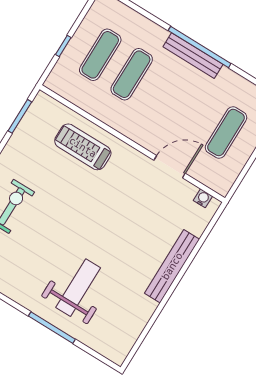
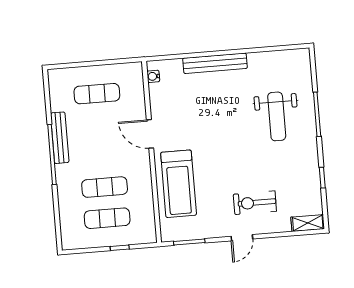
bench: (193, 56) -> (60, 138), moved
treadmill: (83, 147) -> (179, 184), width x1.37, depth x1.38
door: (170, 167) -> (150, 134), moved
weight bench: (78, 288) -> (277, 116), turned -90

